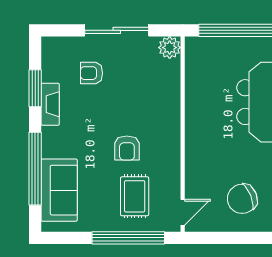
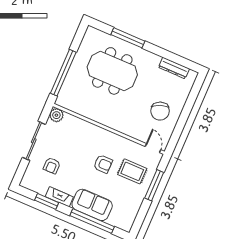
sofa: (59, 190) -> (92, 205), moved
window: (128, 238) -> (154, 185), width x0.68

